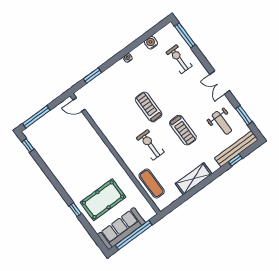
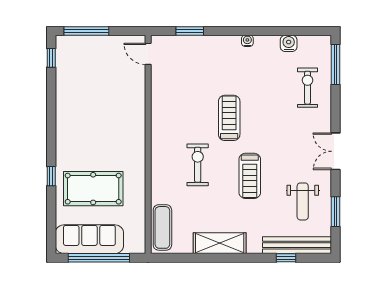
exercise mat: (152, 184) -> (162, 227), moved

